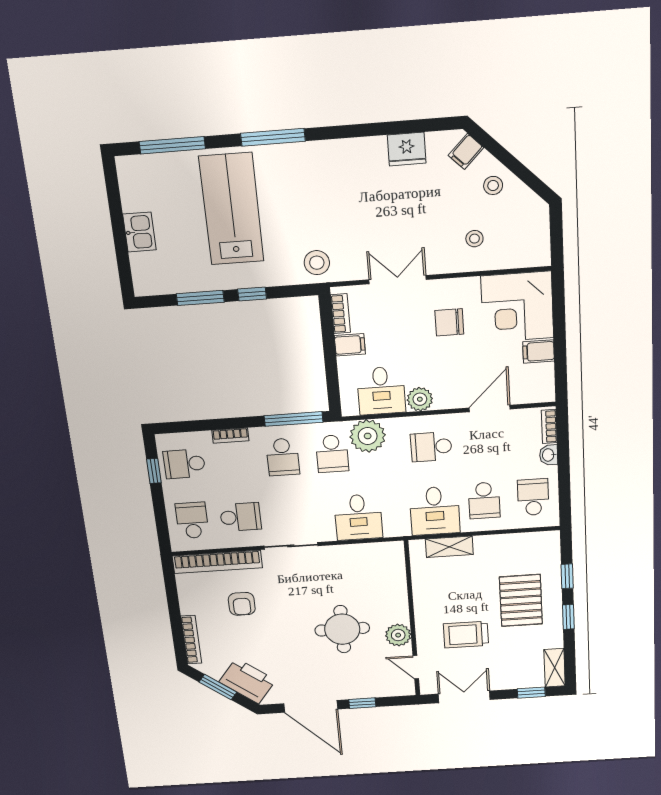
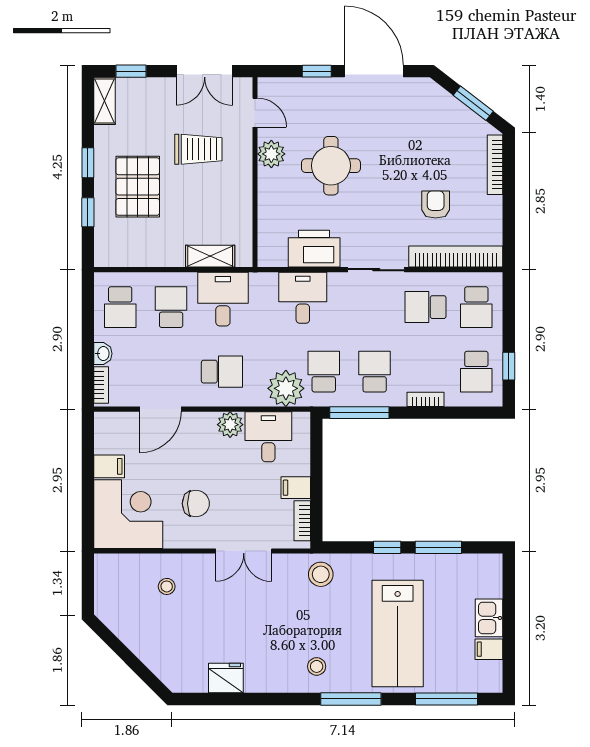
filing cabinet: (466, 151) -> (489, 649), moved, turned -135
stool: (493, 186) -> (317, 666), moved
school desk: (184, 464) -> (476, 372), turned 90
printer: (247, 681) -> (314, 249), moved, turned 142

